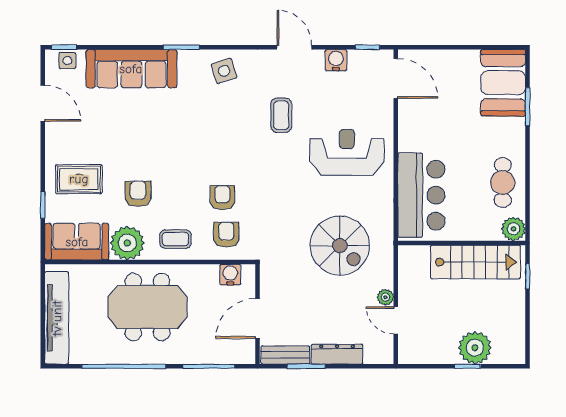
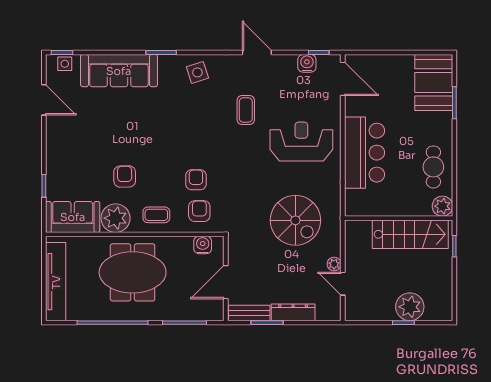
water cooler: (336, 60) -> (307, 63), moved
rug: (79, 179) -> (74, 164), removed
bar counter: (421, 195) -> (364, 153), moved

